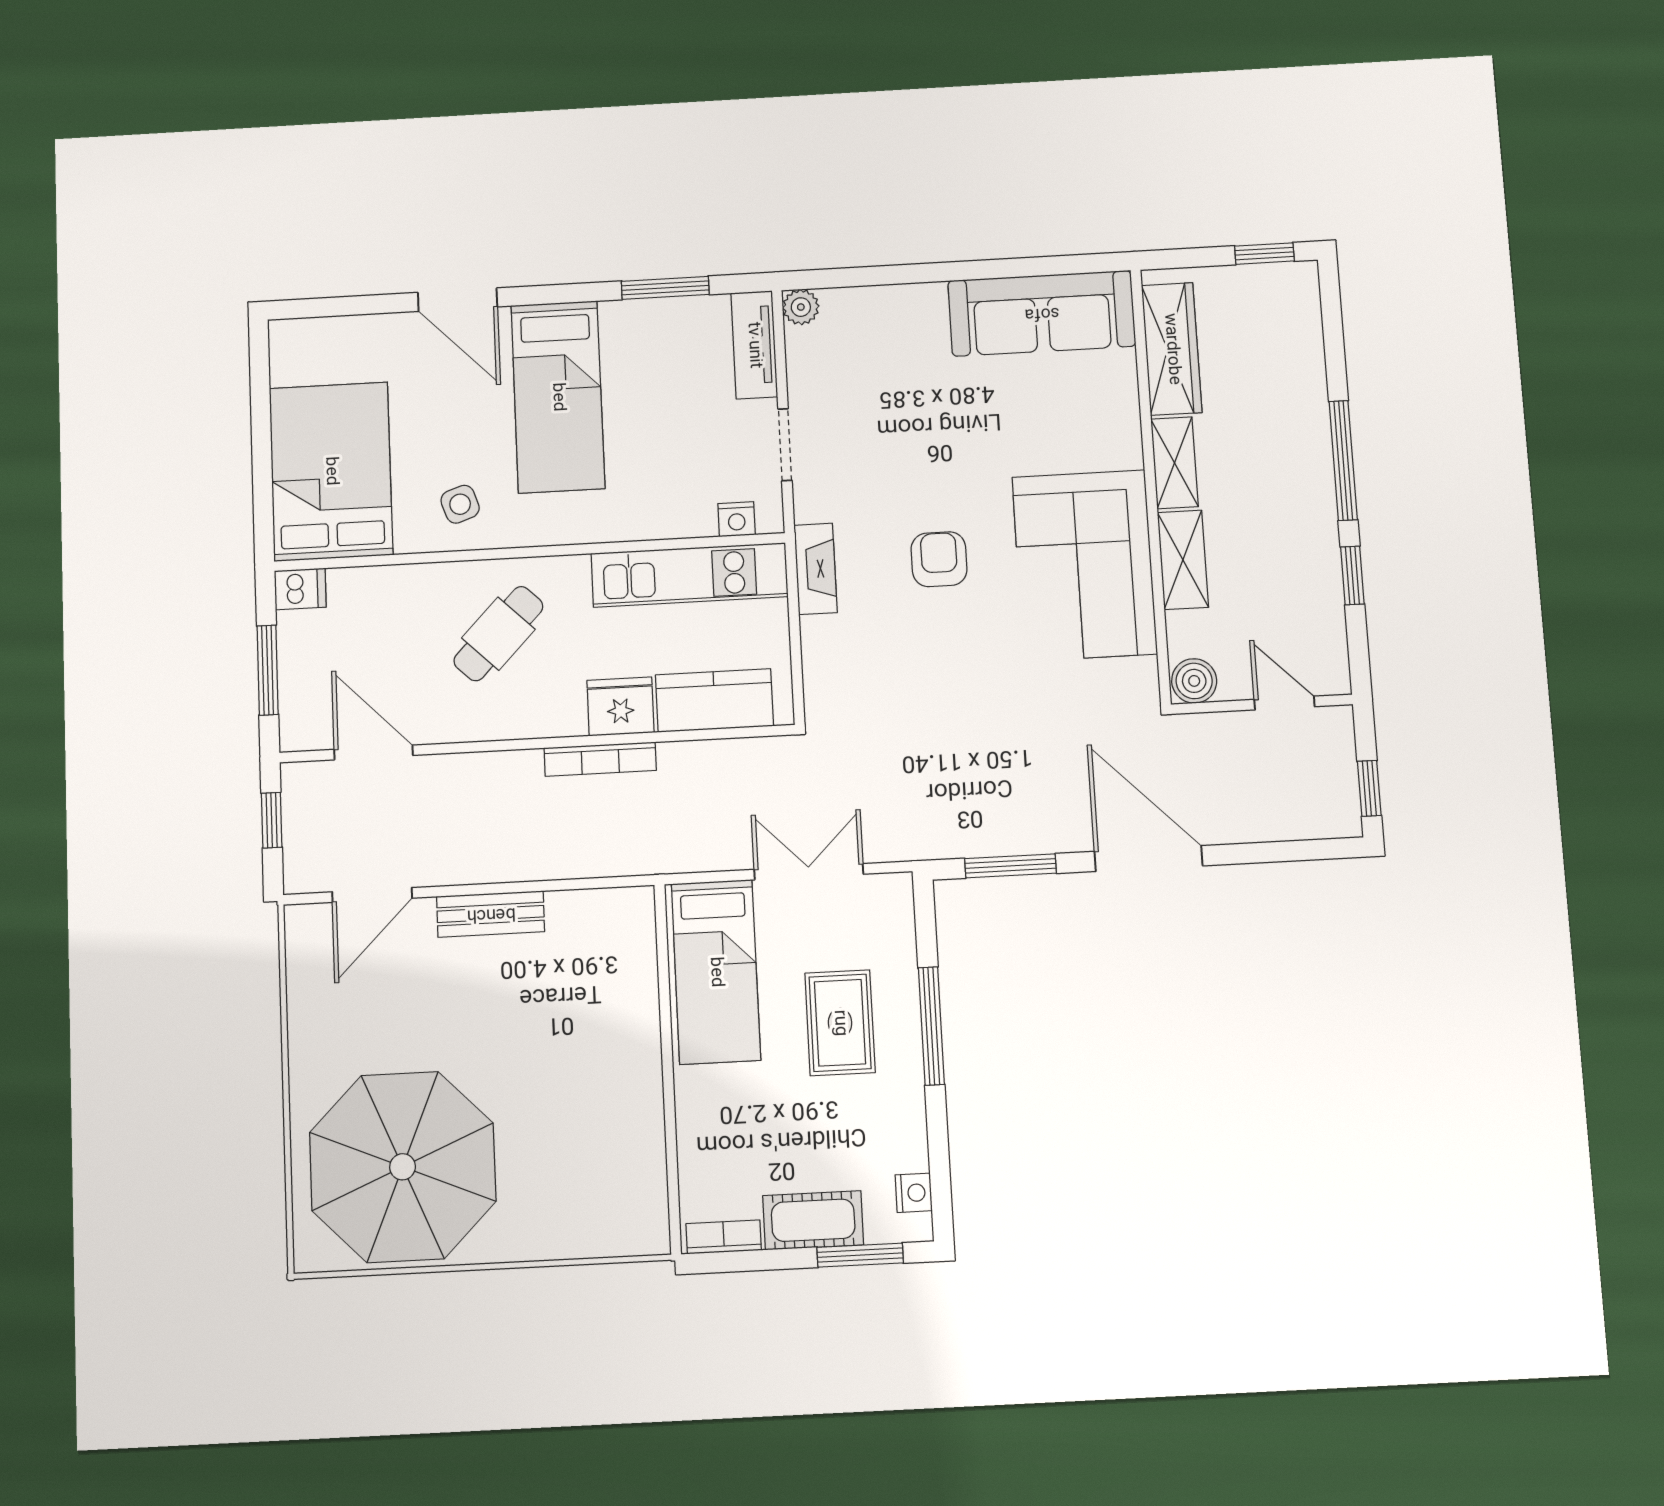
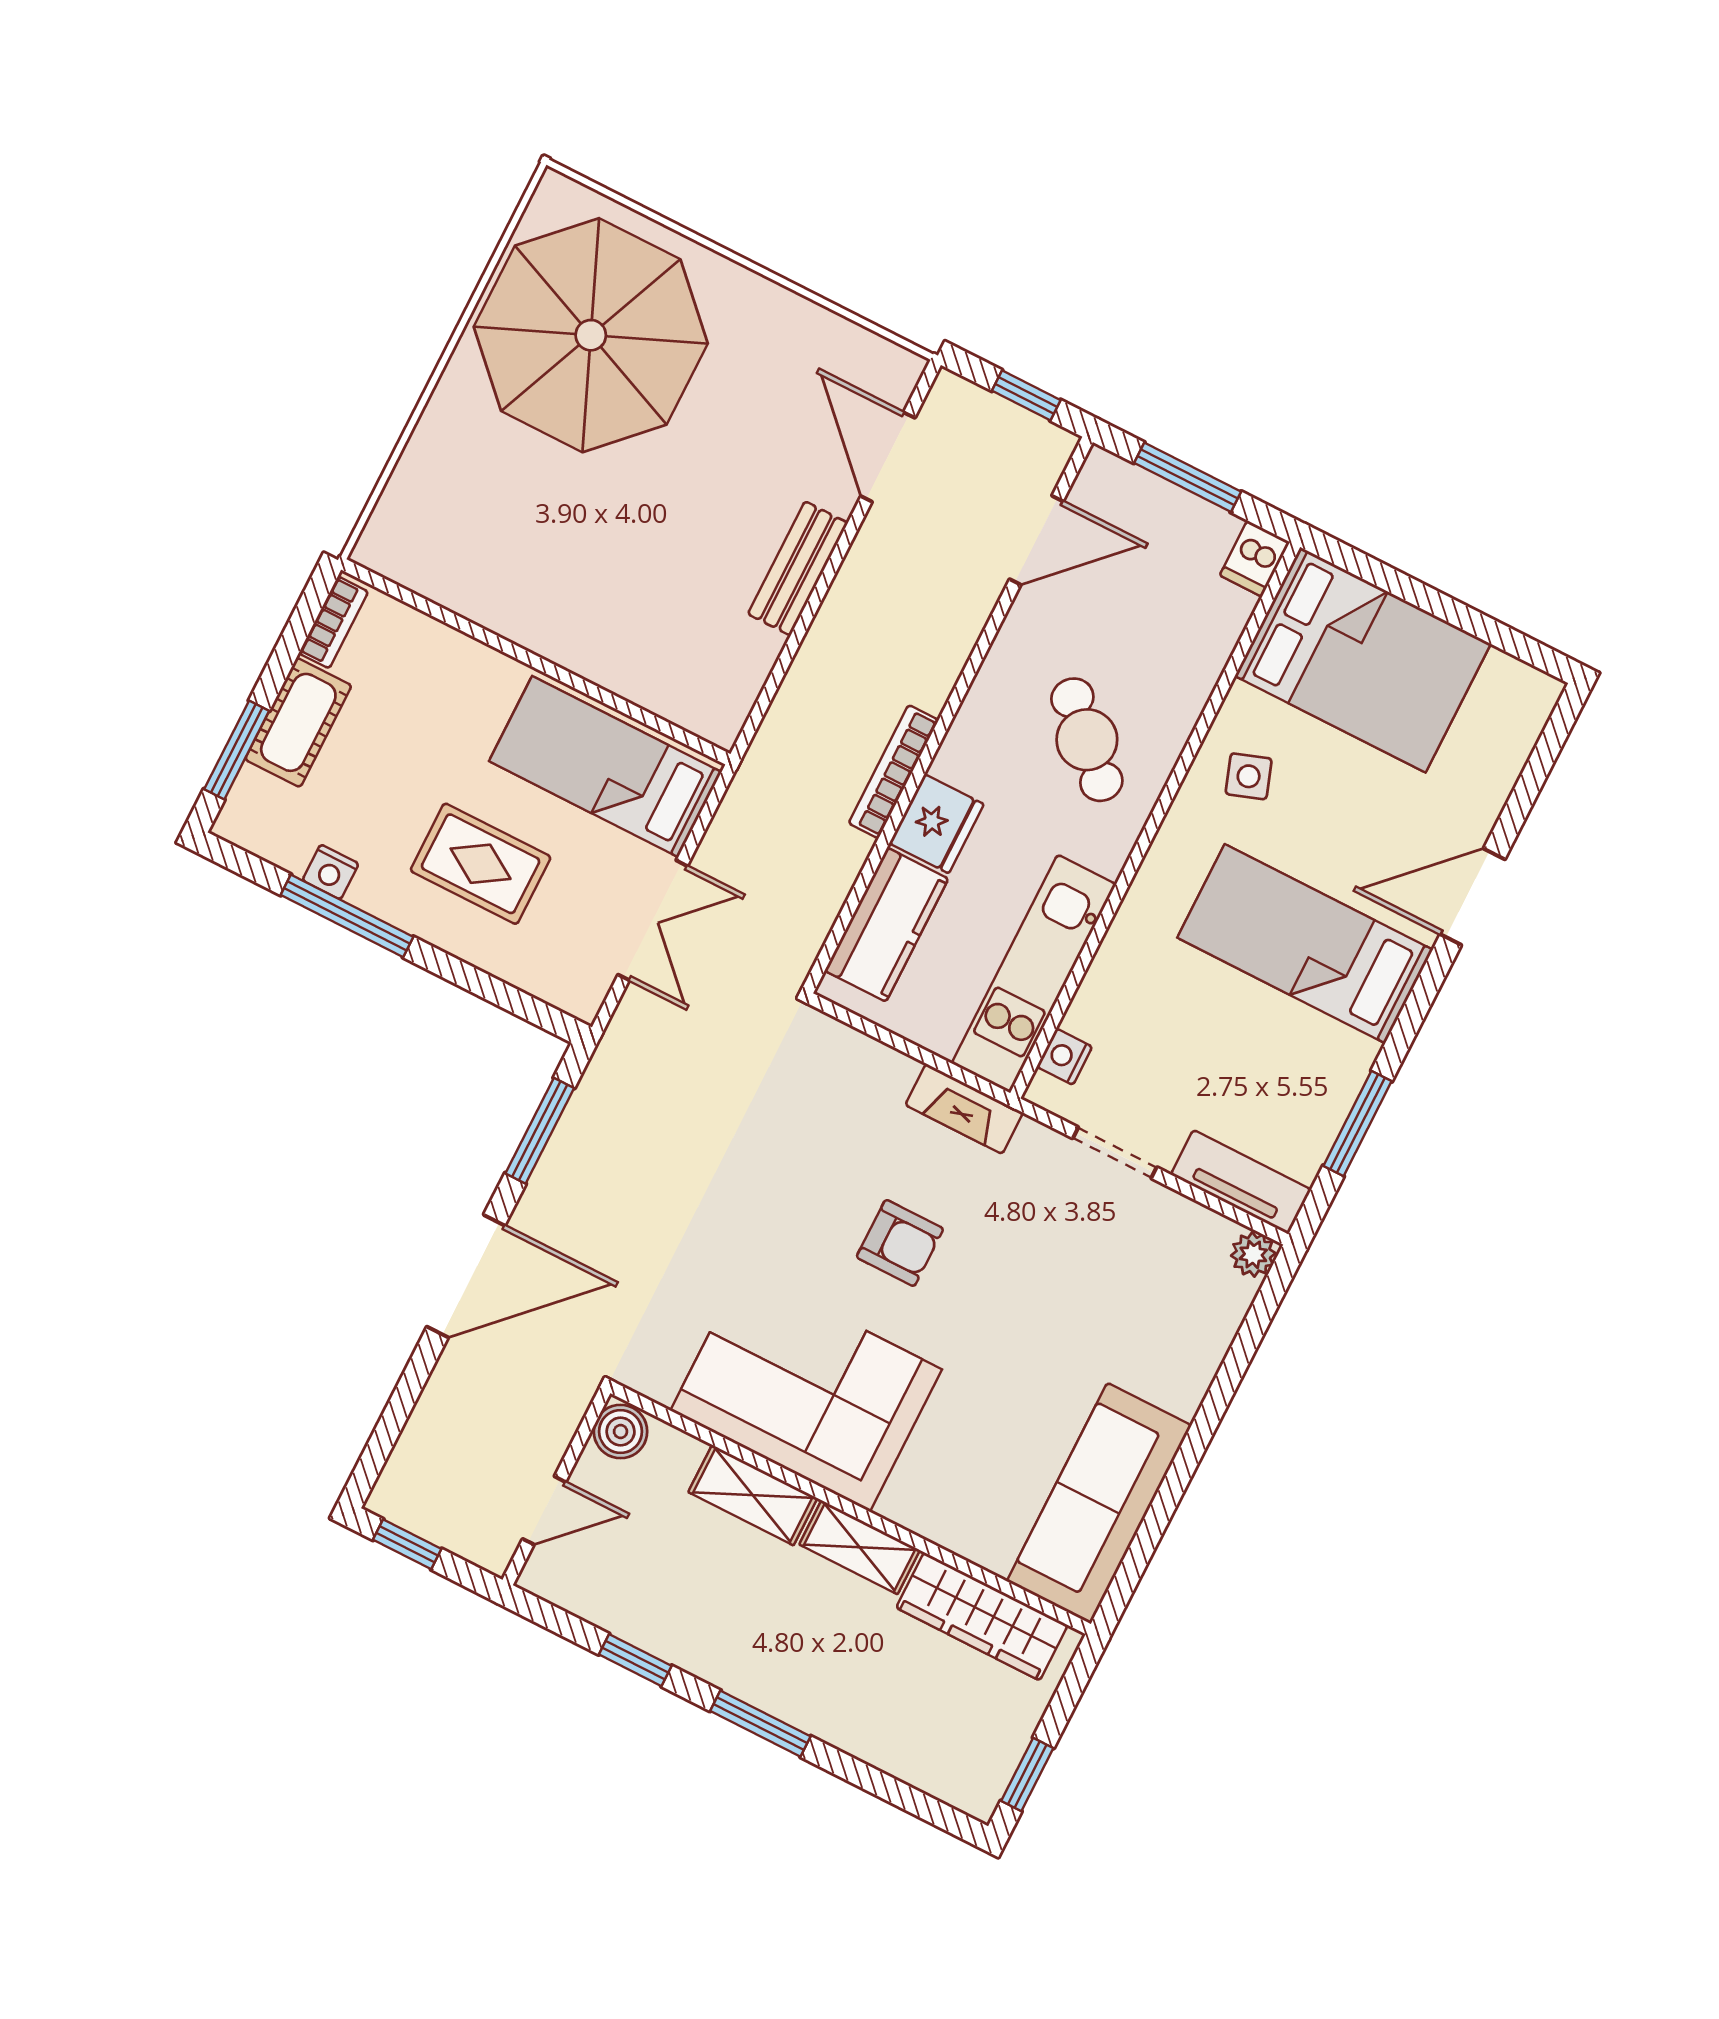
window: (1343, 460) -> (760, 1724), width x0.69
window: (931, 1026) -> (347, 916), moved
nightstand: (914, 1193) -> (331, 872), moved

